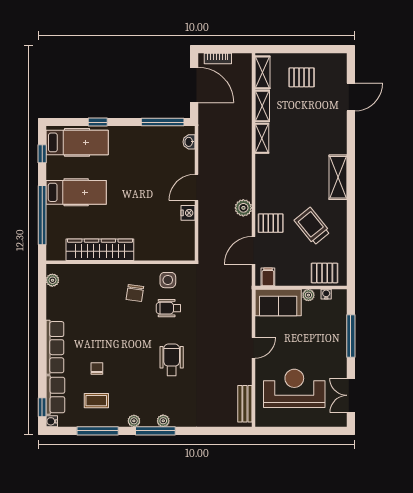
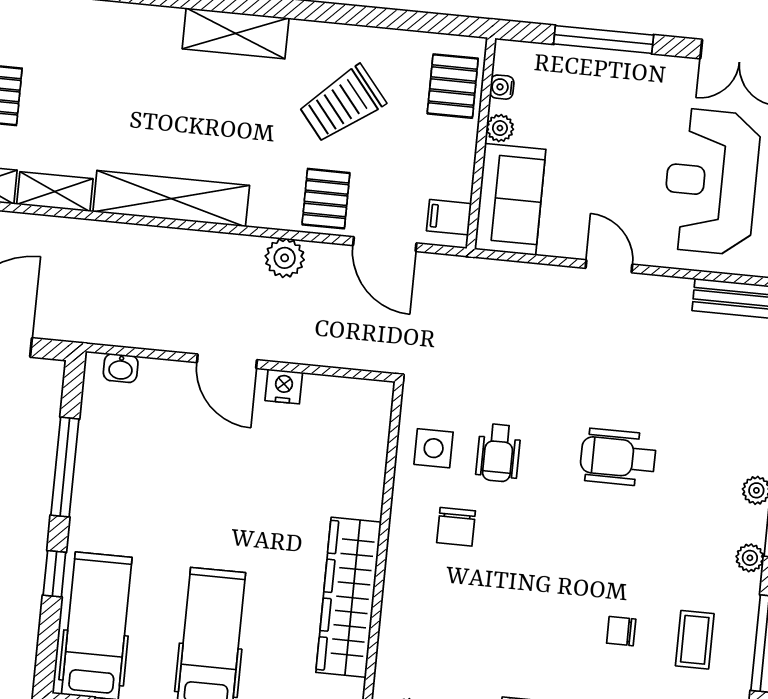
window: (163, 122) -> (65, 467), moved
shelving: (262, 138) -> (171, 199), width x2.20, depth x1.33
chair: (135, 293) -> (456, 527), turned 82

